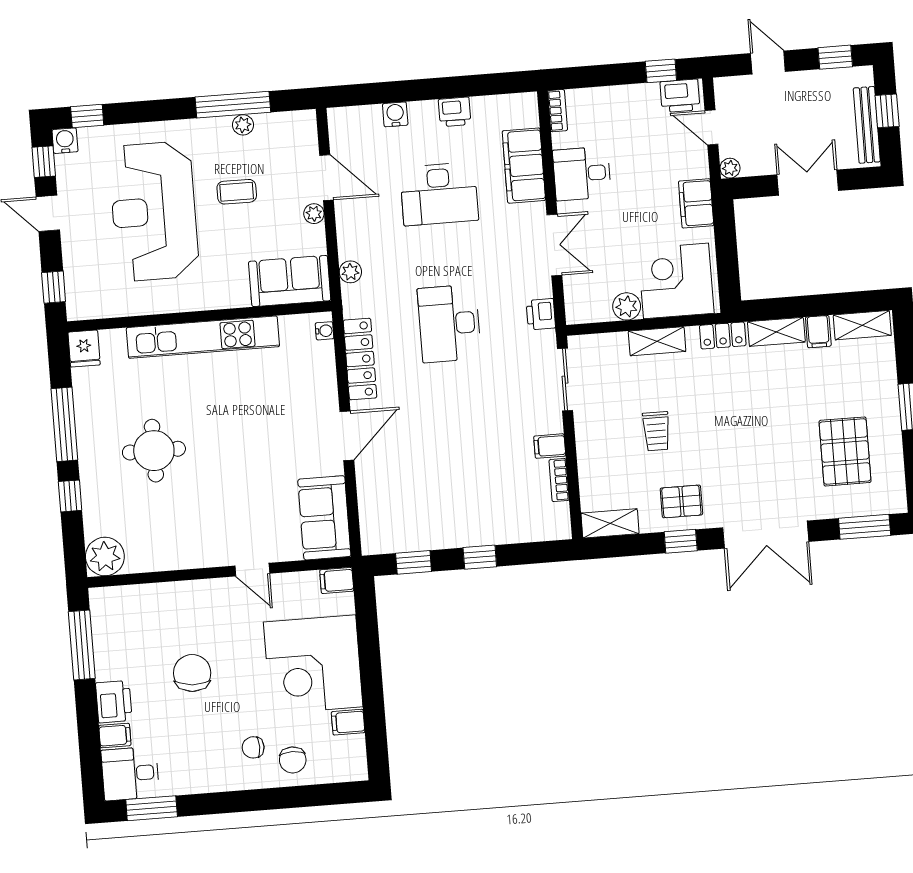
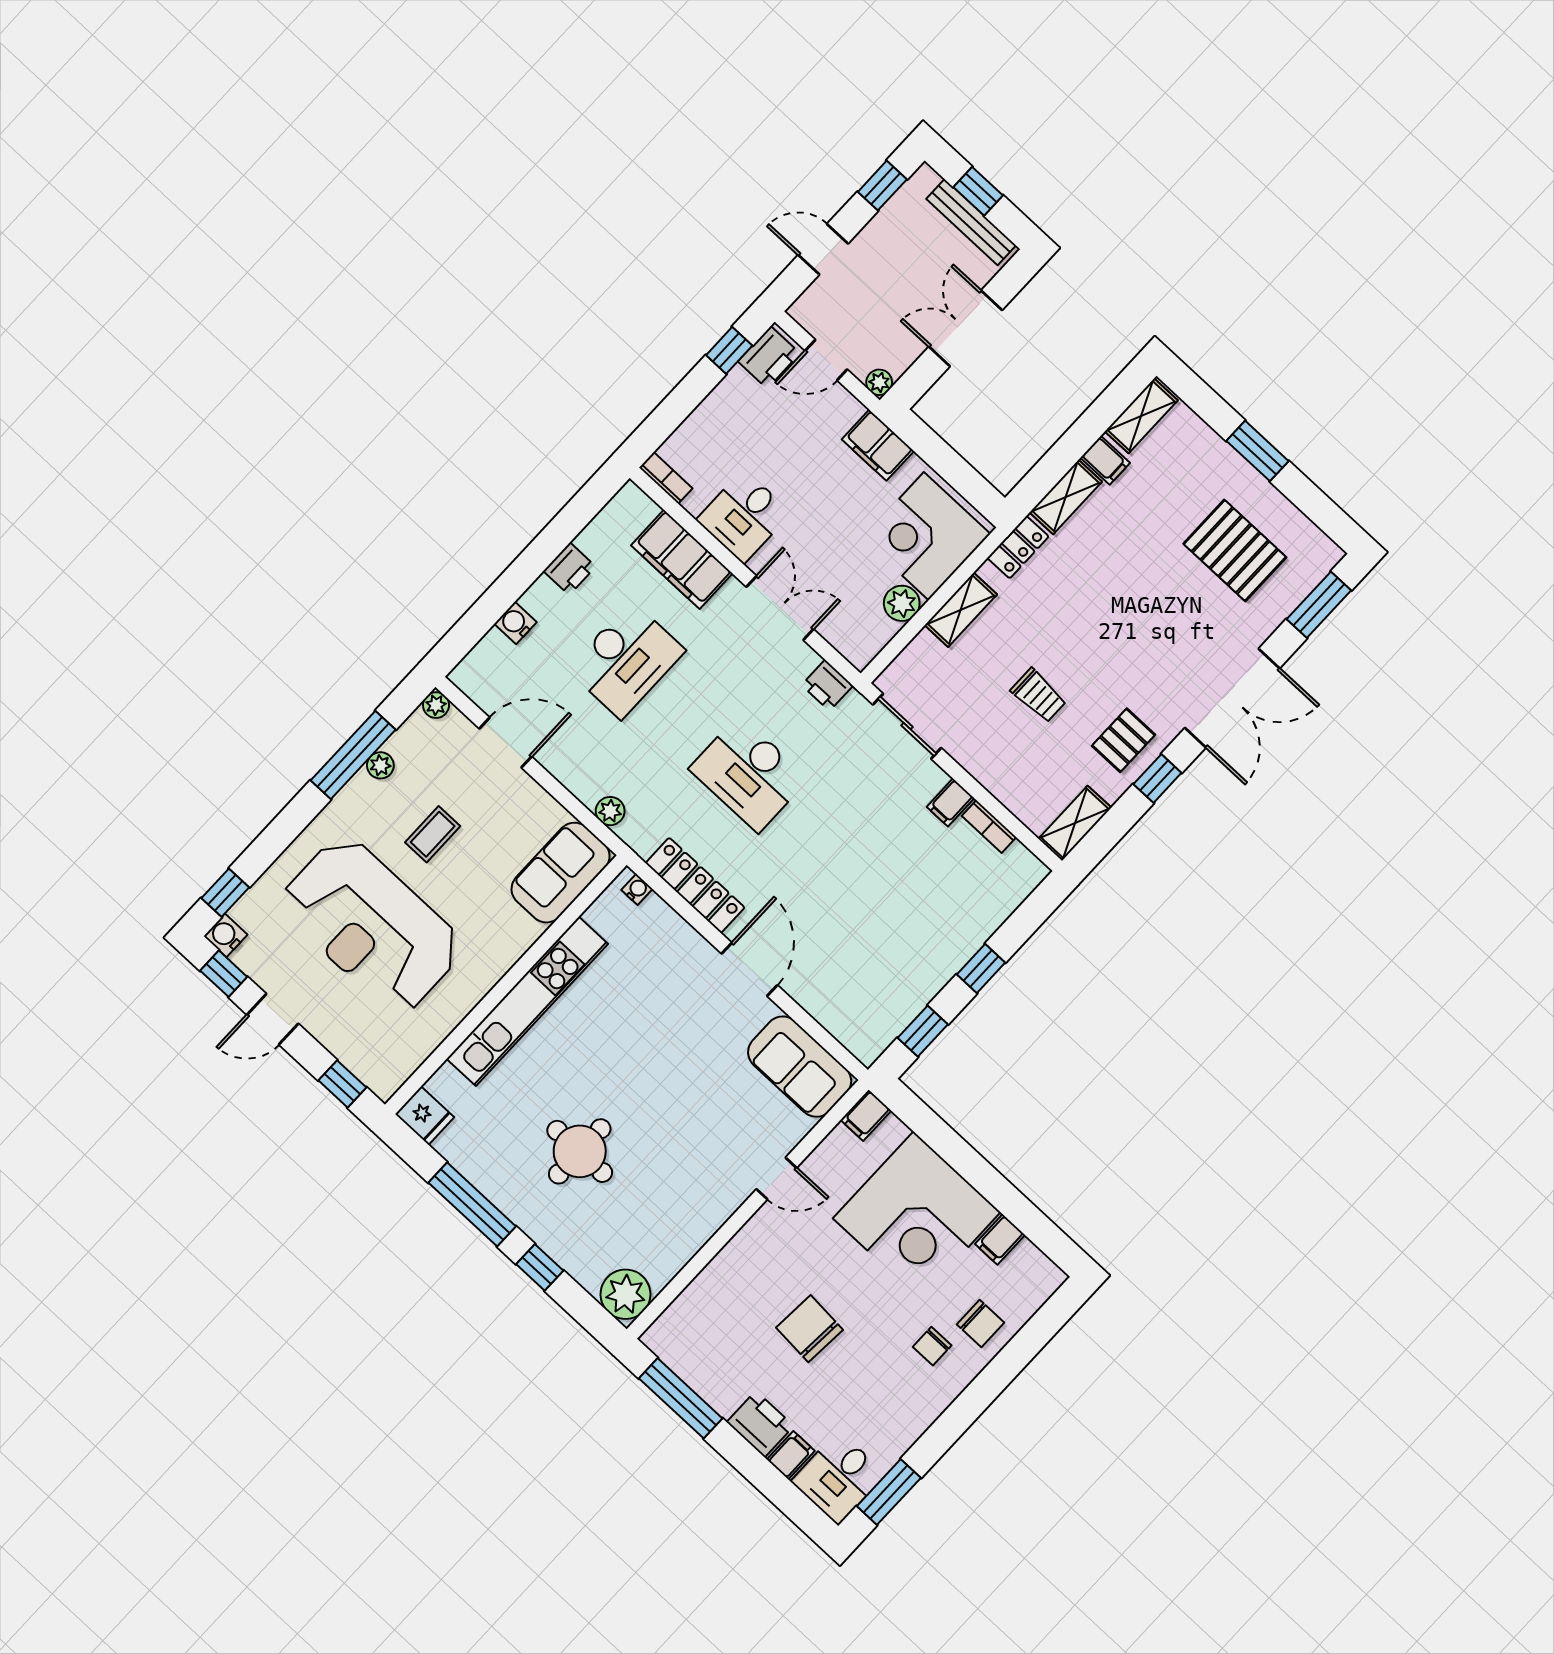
plant: (314, 214) -> (436, 705), moved

